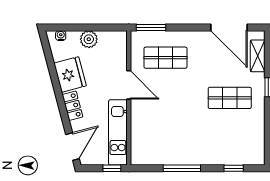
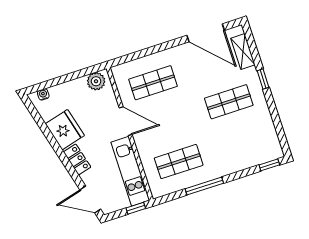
window: (151, 27) -> (129, 58), removed
plant: (89, 39) -> (96, 81), moved
shop shelf: (165, 138) -> (179, 162), added
door: (73, 147) -> (90, 199), swing flipped
window: (234, 168) -> (269, 165), moved

